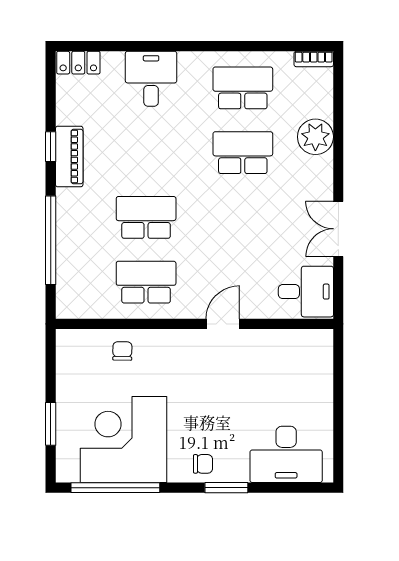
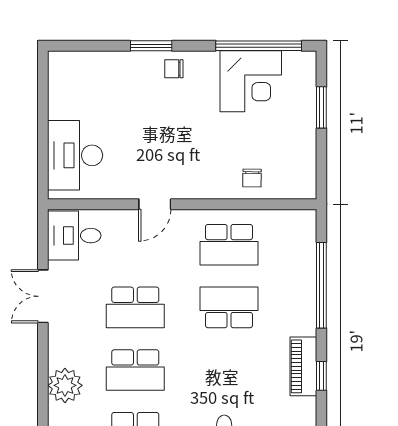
school desk: (146, 217) -> (229, 307), turned 180
school desk: (243, 217) -> (135, 307), added
double door: (338, 229) -> (43, 296), swing flipped
corner desk: (124, 440) -> (251, 81), width x0.74, depth x0.74
desk: (286, 454) -> (75, 155), moved, turned -90

